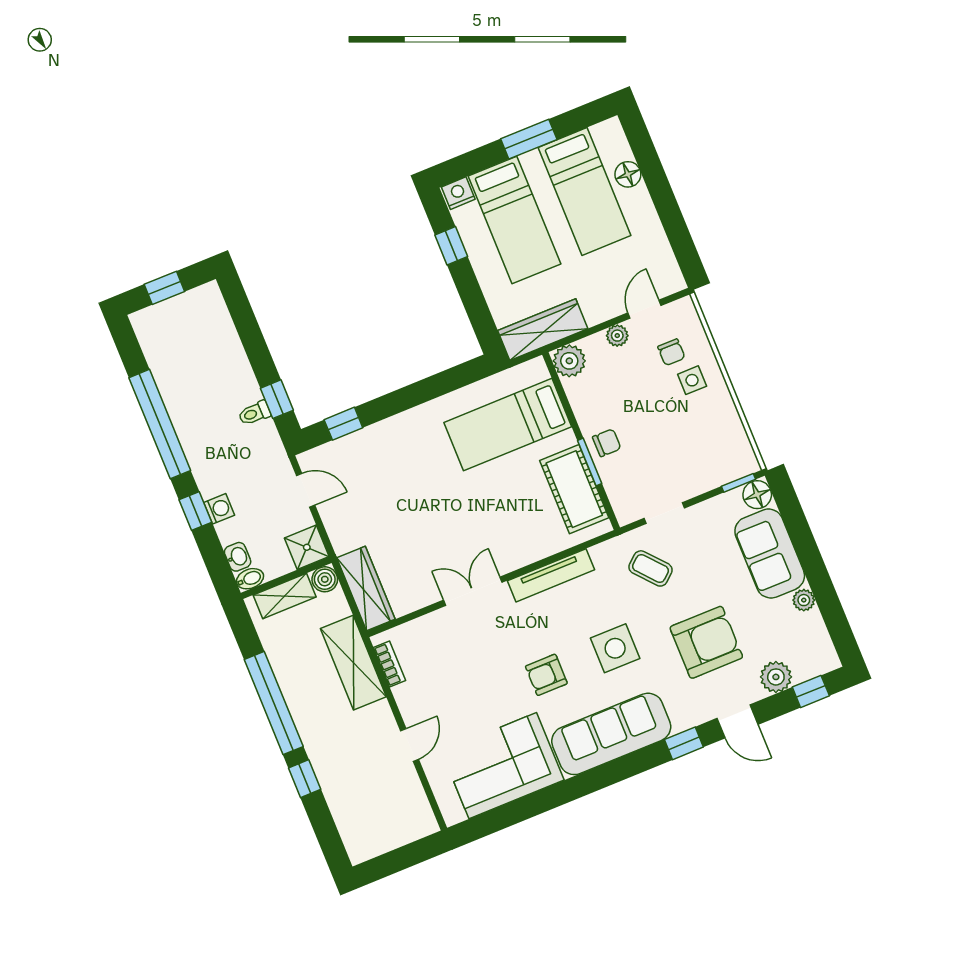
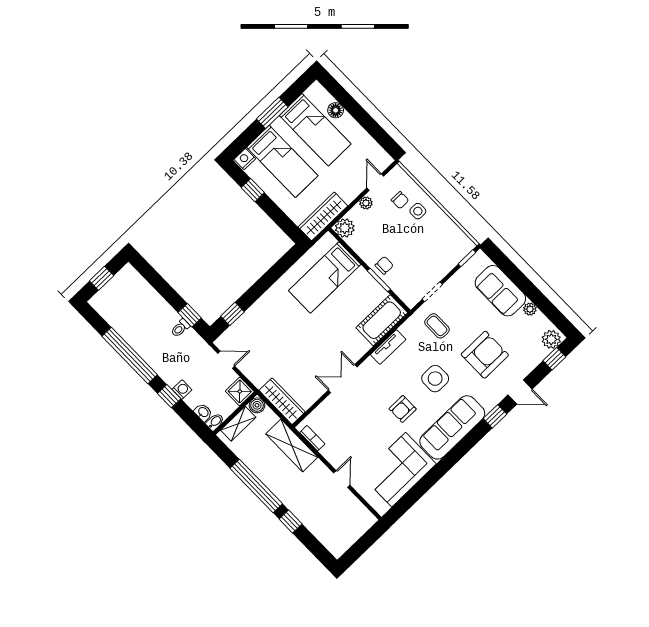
cot: (574, 489) -> (382, 320), moved, turned 90
floor lamp: (757, 495) -> (480, 261), removed
coffee table: (651, 568) -> (437, 326), turned 41
tv unit: (551, 575) -> (388, 347), width x0.71
plant: (776, 677) -> (551, 339), moved

